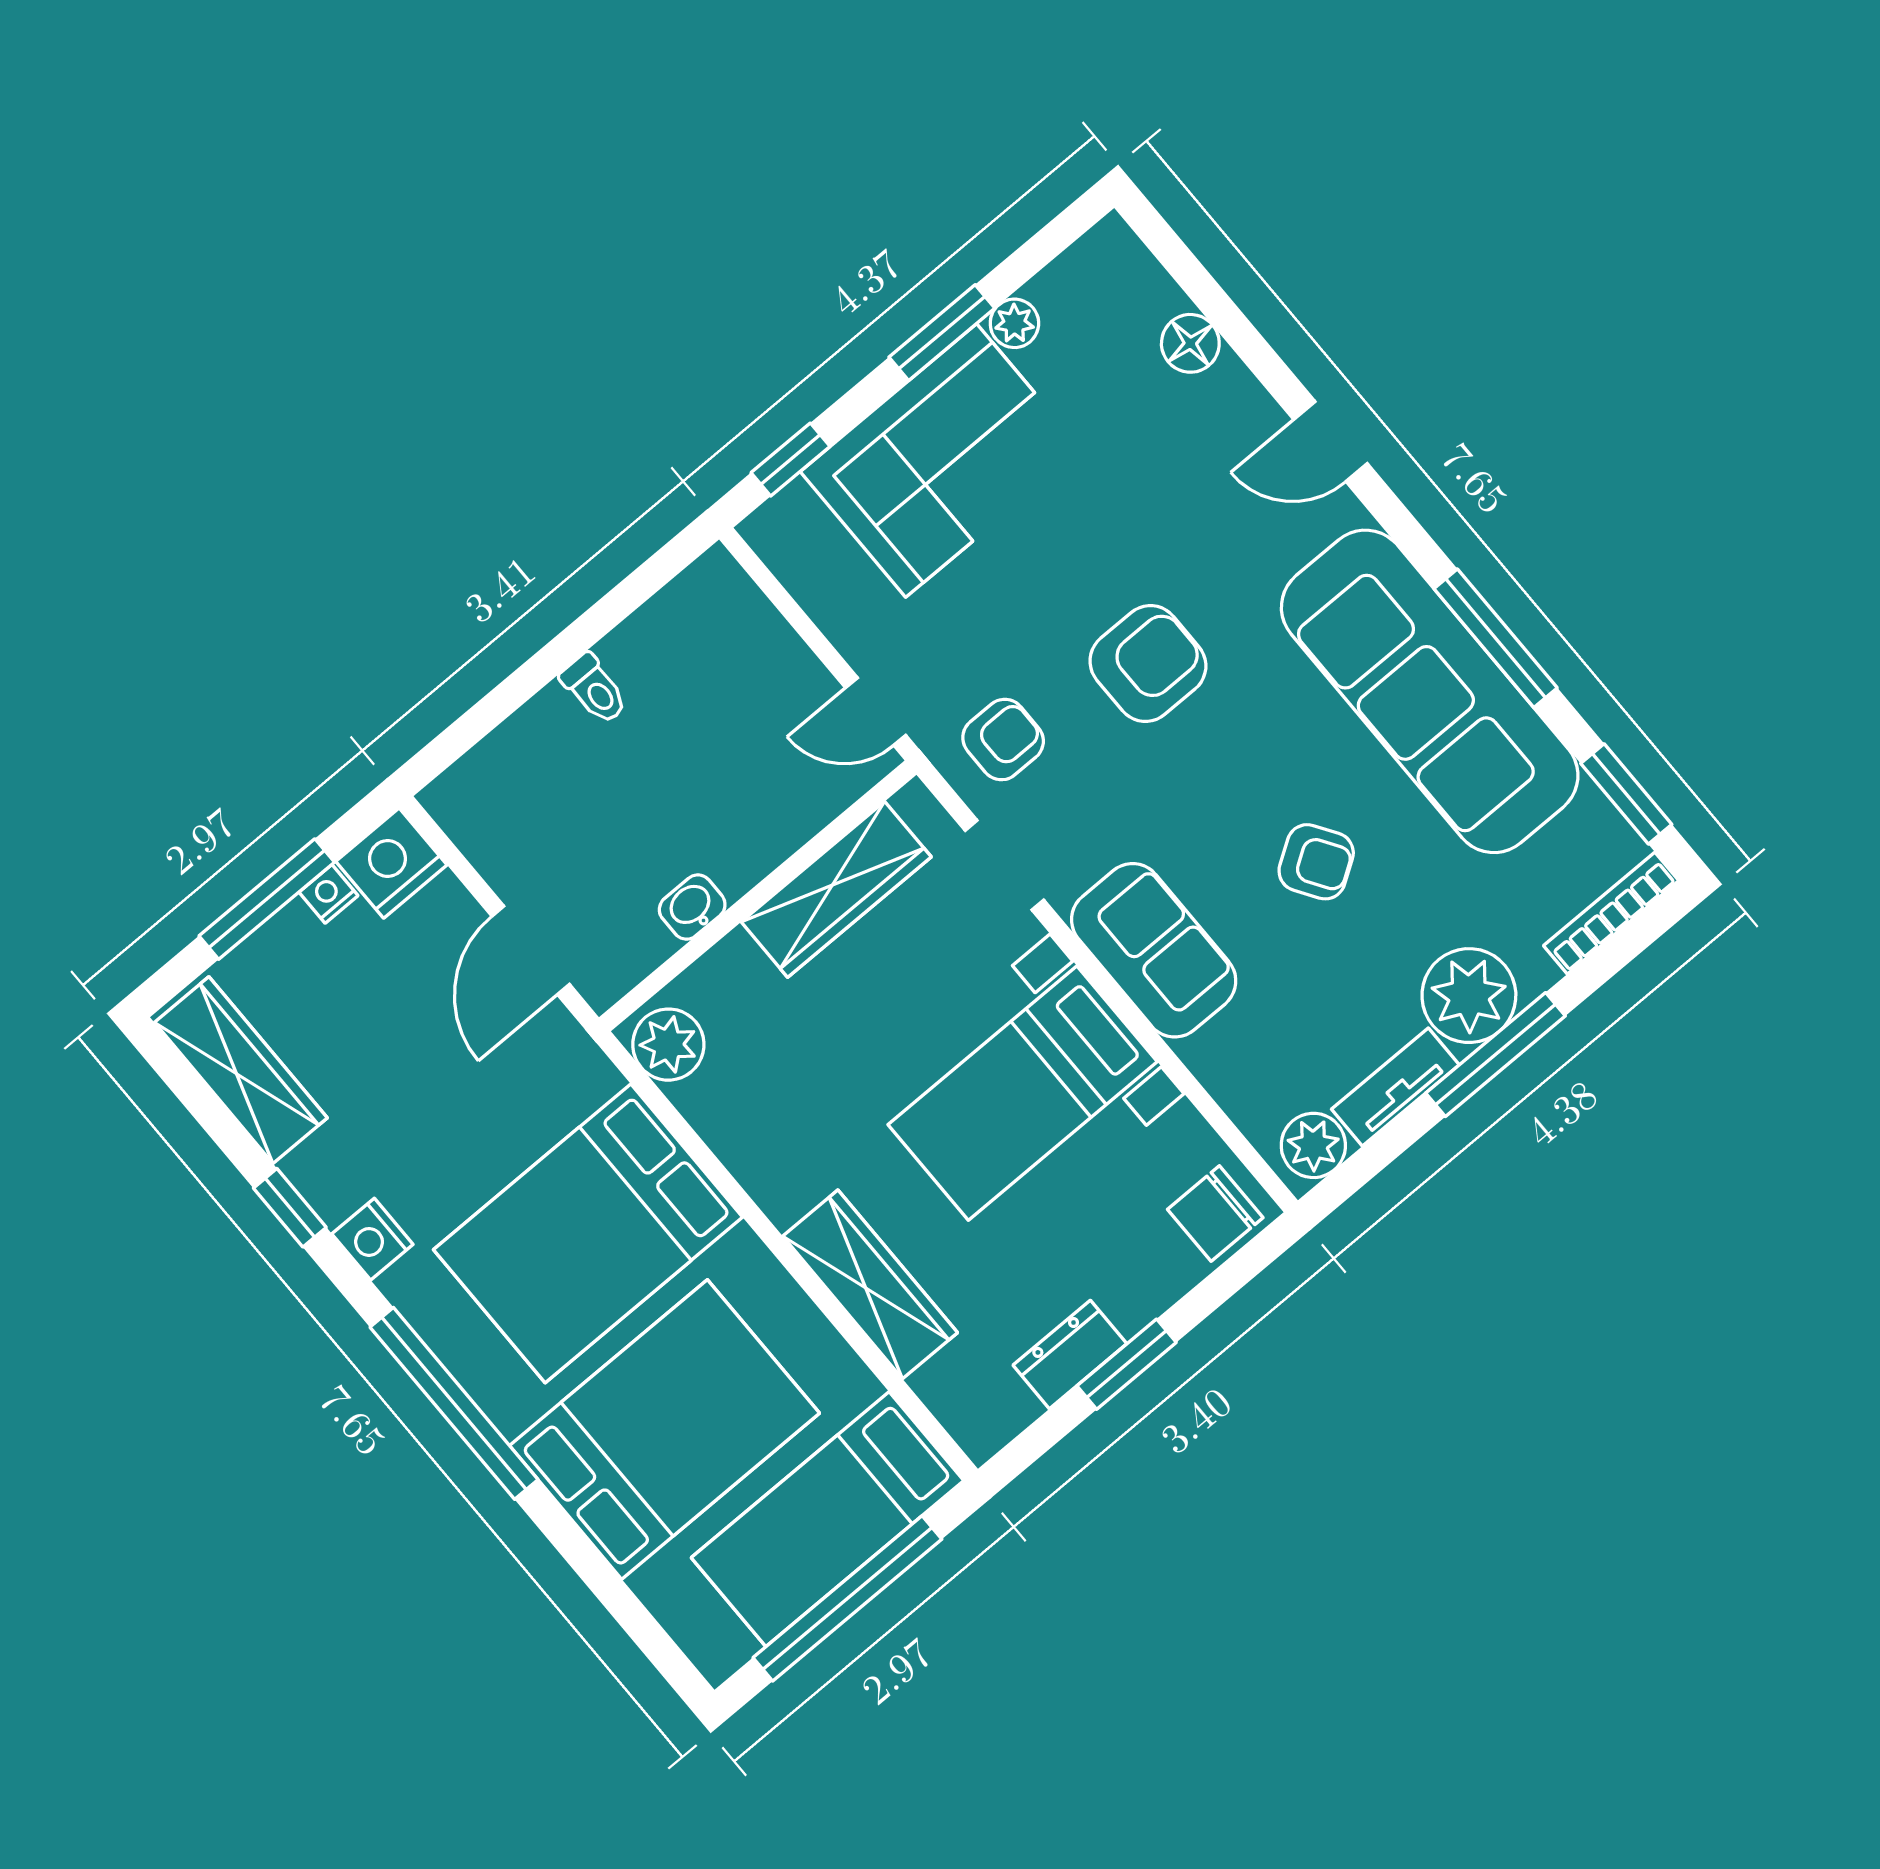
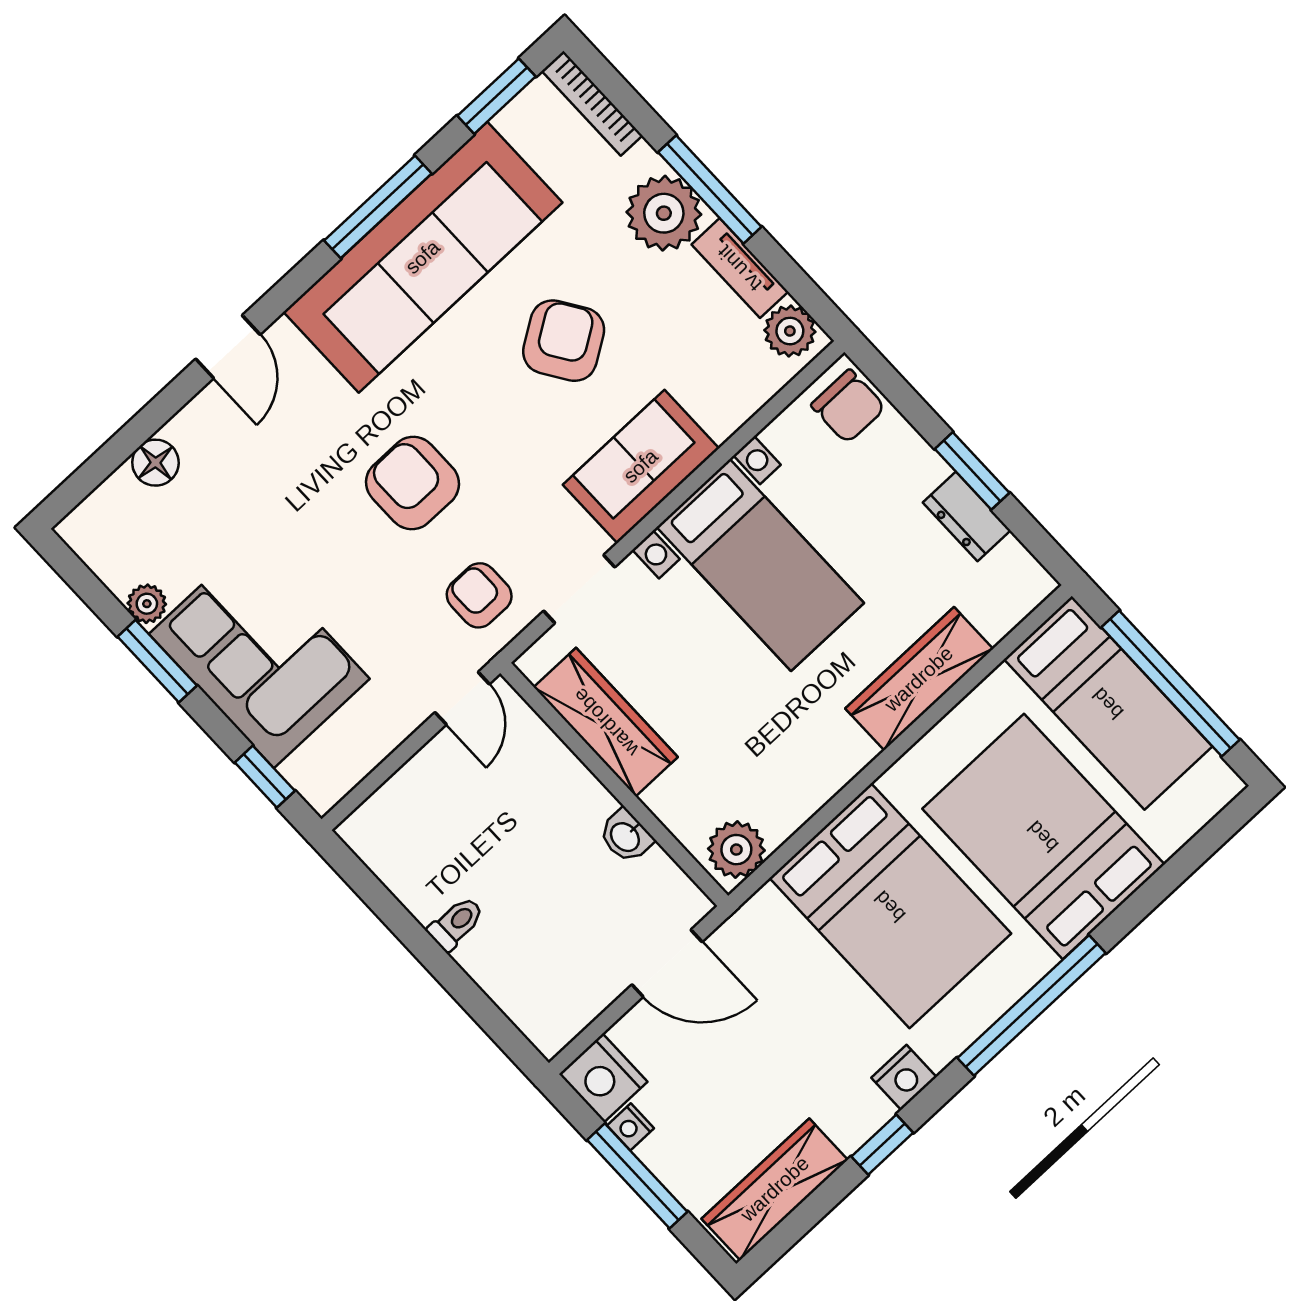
armchair: (1316, 862) -> (564, 341), width x1.38, depth x1.38

